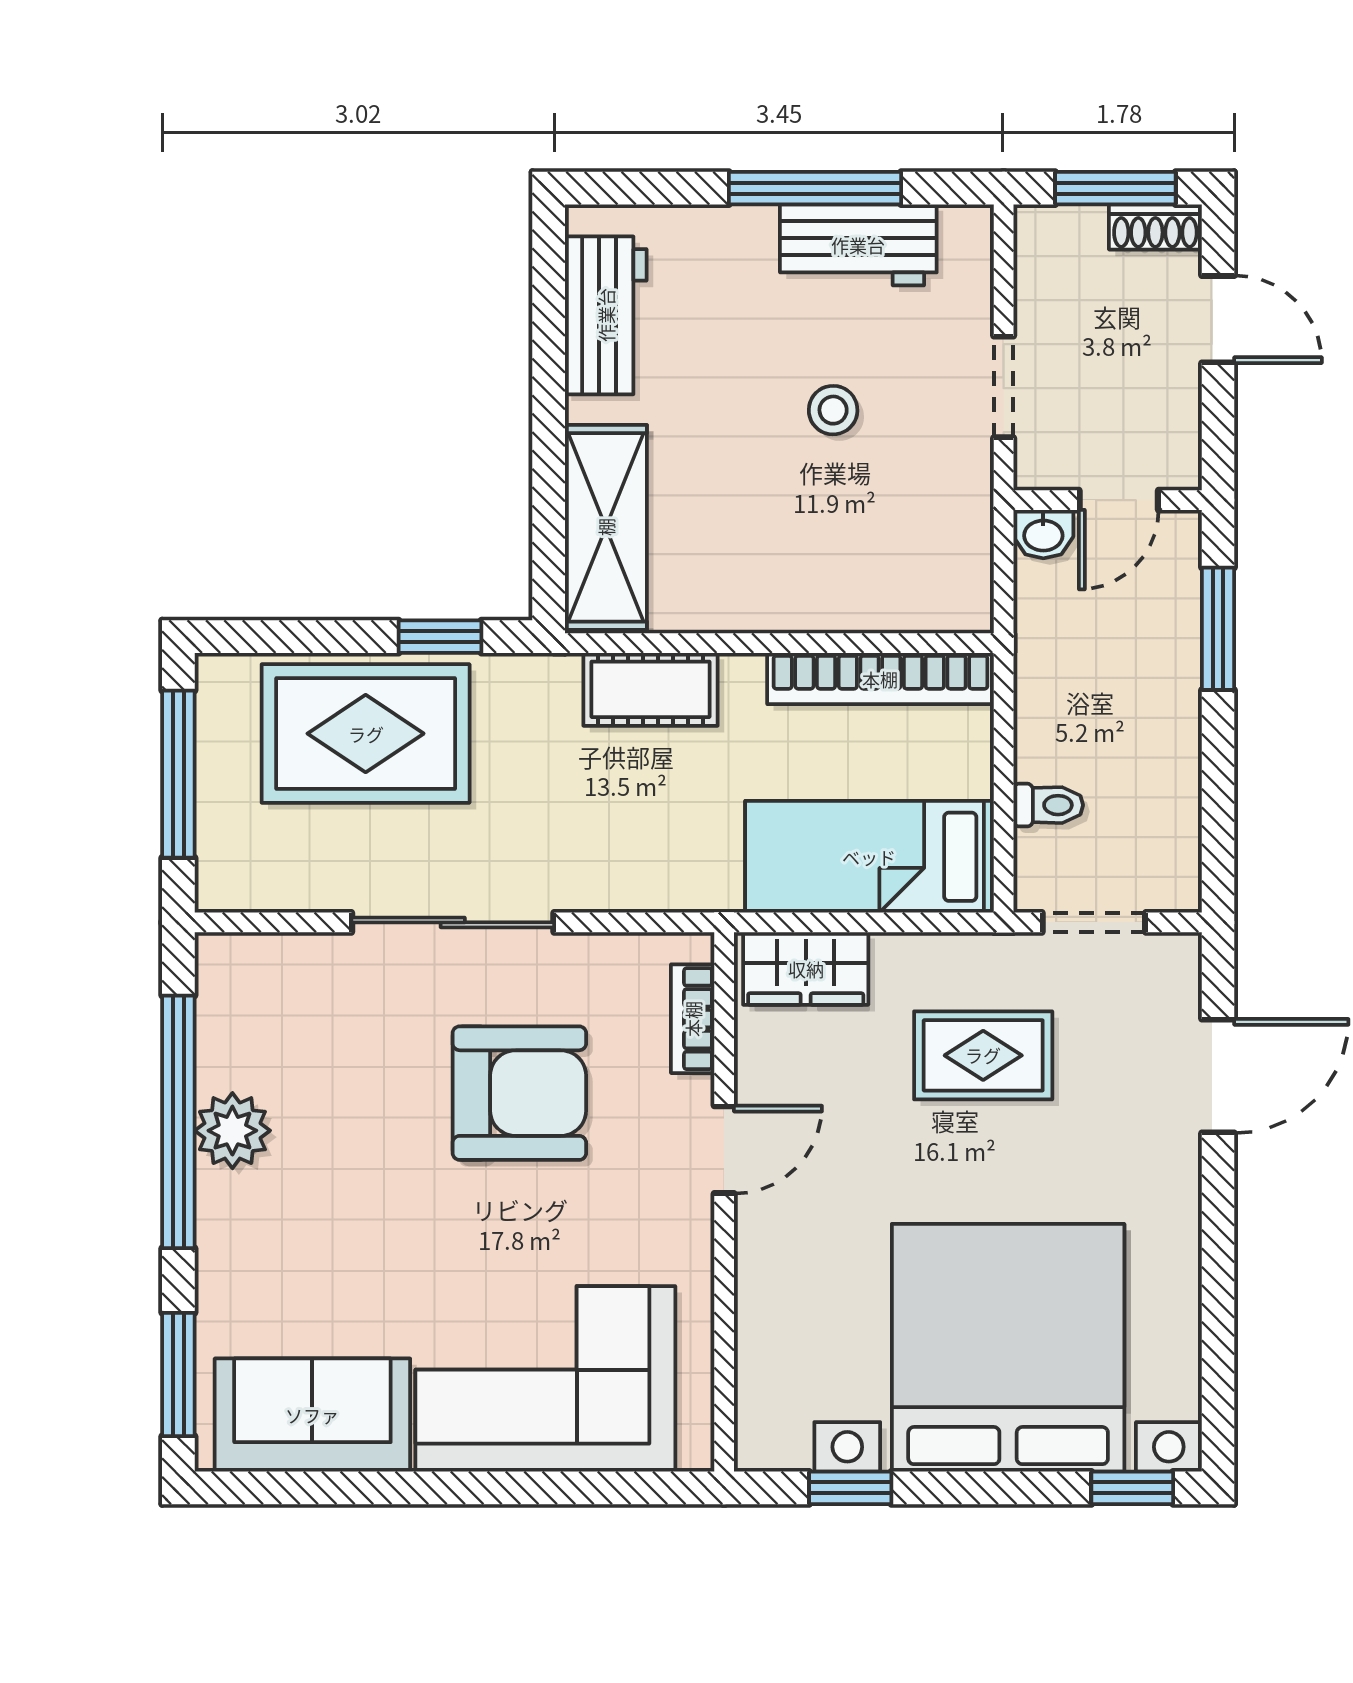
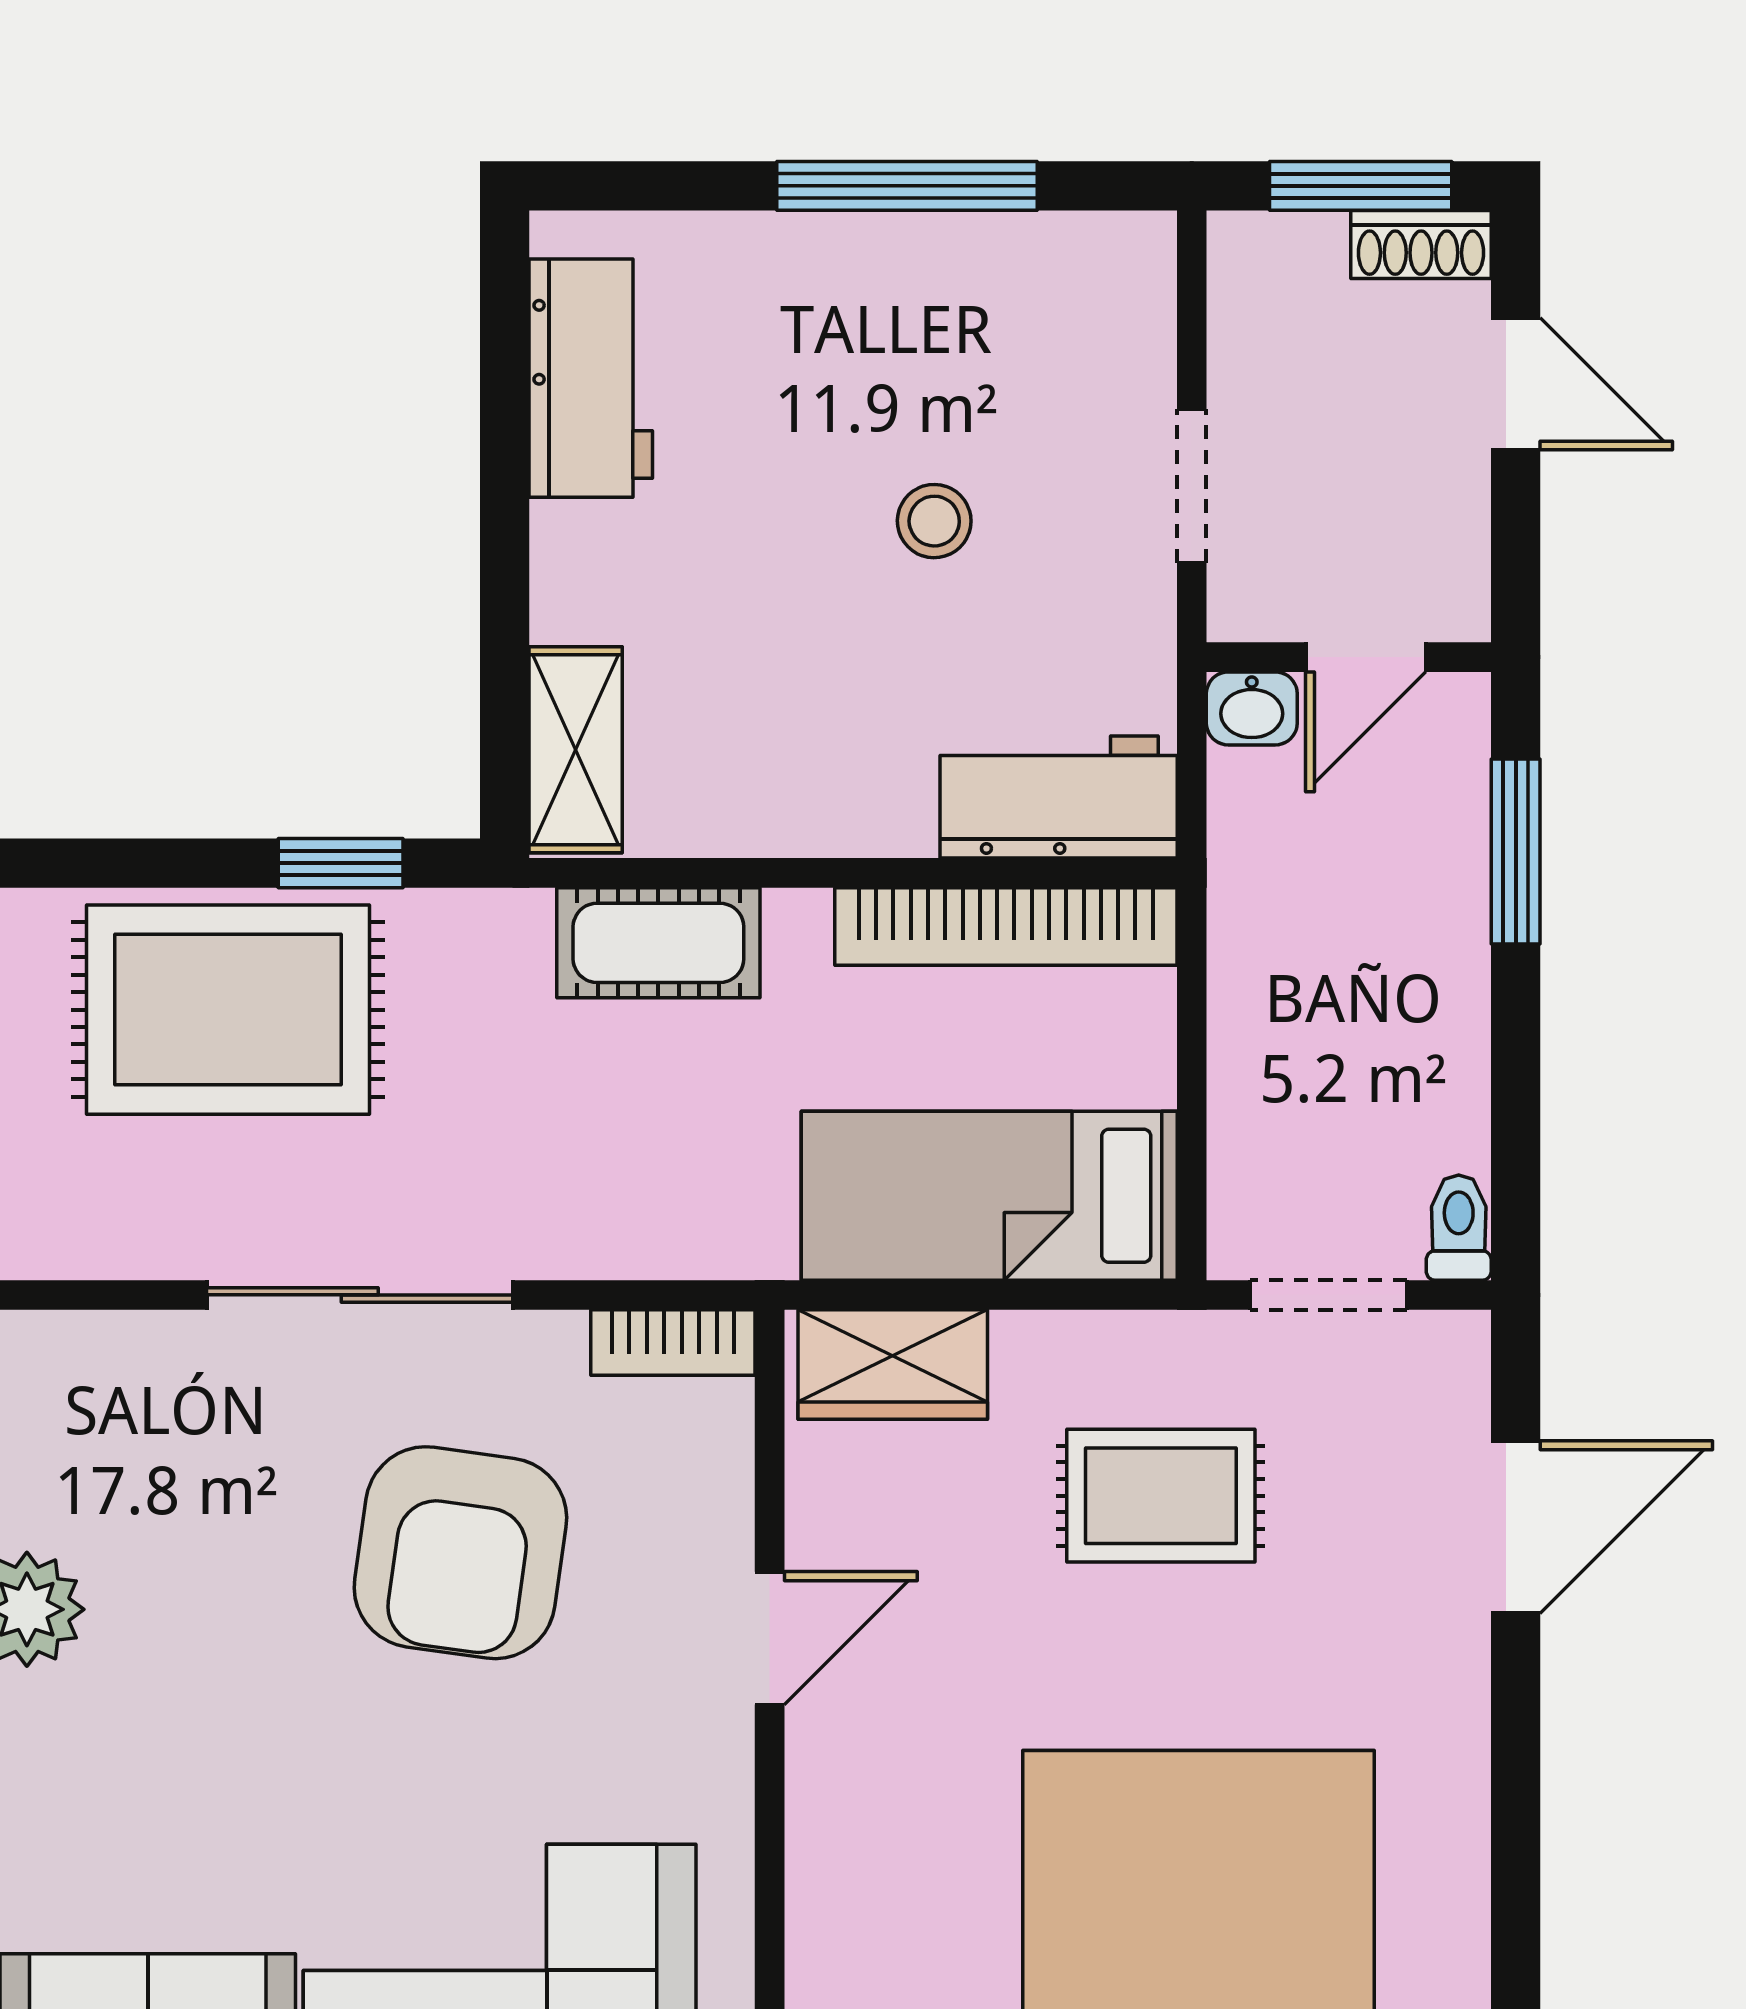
workbench: (858, 245) -> (1059, 797), moved, turned 180
shelving: (606, 527) -> (576, 750), width x0.67, depth x0.75
toilet: (1048, 805) -> (1459, 1228), moved, turned -90
bookcase: (693, 1019) -> (673, 1343), moved, turned -90
armchair: (519, 1093) -> (460, 1553), turned 98

